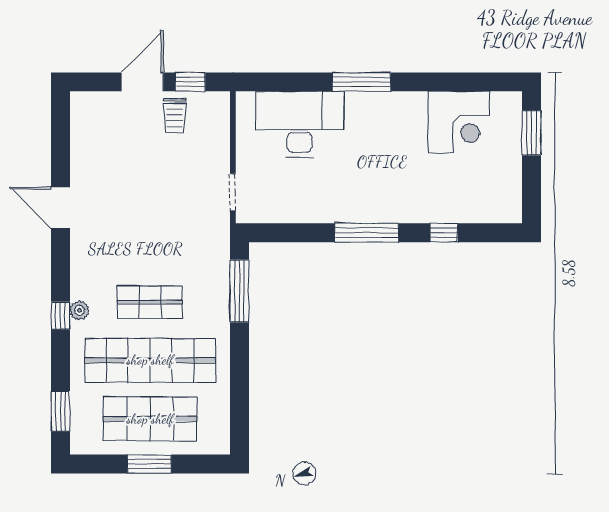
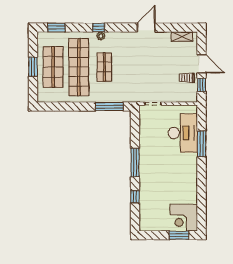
window: (361, 82) -> (202, 144), moved
corner desk: (459, 122) -> (184, 218), moved
shelving: (81, 126) -> (182, 36), added

